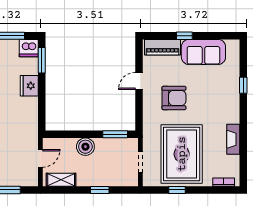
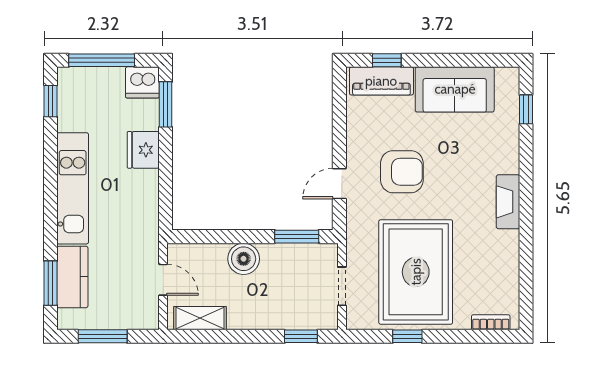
window: (184, 36) -> (387, 60), moved
door: (139, 81) -> (339, 184), moved
window: (243, 85) -> (526, 109), moved
fireplace: (233, 139) -> (508, 202), moved
door: (40, 158) -> (163, 280), hinge flipped
window: (100, 190) -> (301, 336), moved

